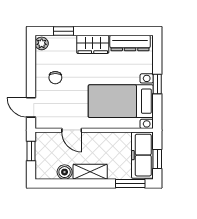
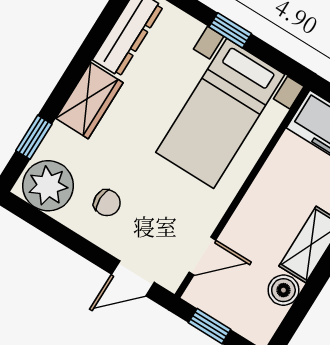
plant: (42, 43) -> (48, 186), width x1.88, depth x1.88
door: (72, 130) -> (202, 256), moved

